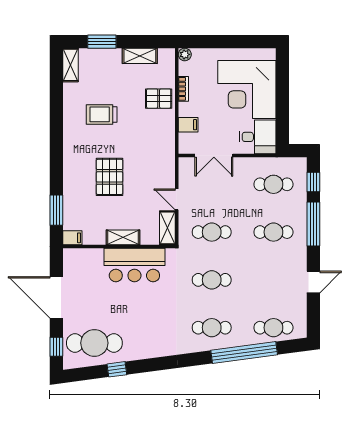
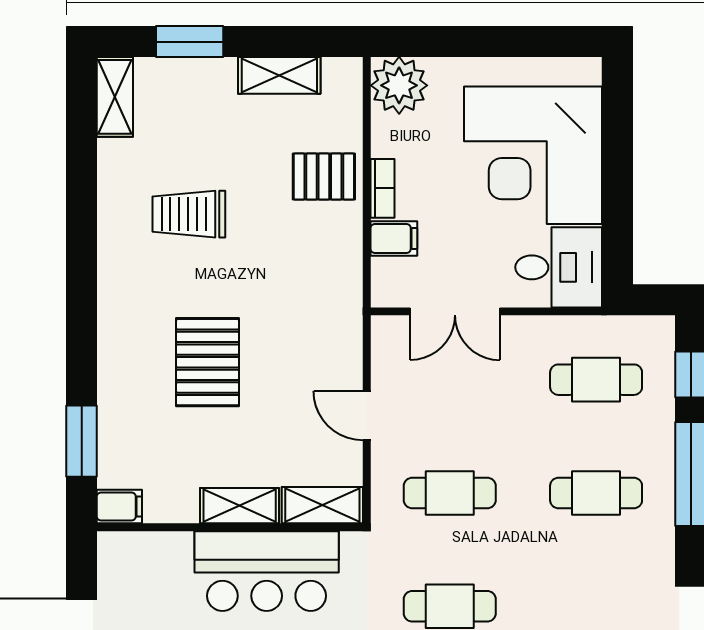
plant: (185, 54) -> (399, 85), width x1.87, depth x1.87
bookcase: (183, 89) -> (382, 188), moved
shelving: (167, 228) -> (322, 505), moved, turned 90

